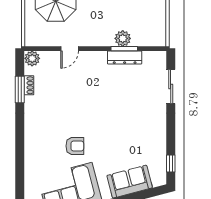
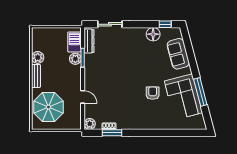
barbecue: (146, 37) -> (74, 42), added
dresser: (125, 57) -> (89, 41), moved
floor lamp: (157, 147) -> (153, 34), added

